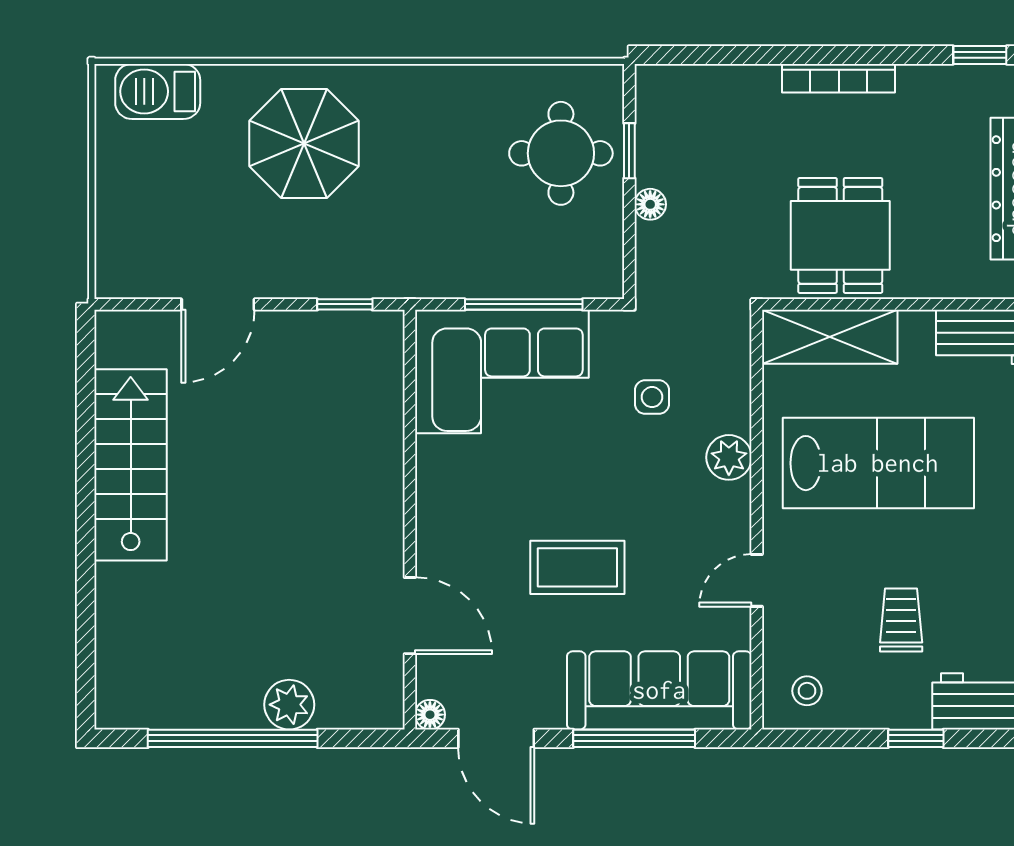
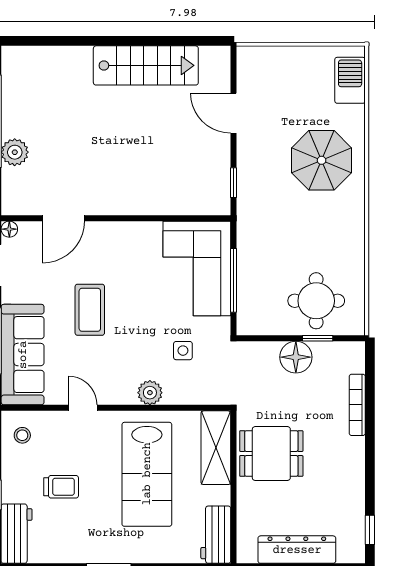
bookcase: (839, 78) -> (357, 405), moved
floor lamp: (650, 204) -> (296, 357), width x1.89, depth x1.89

